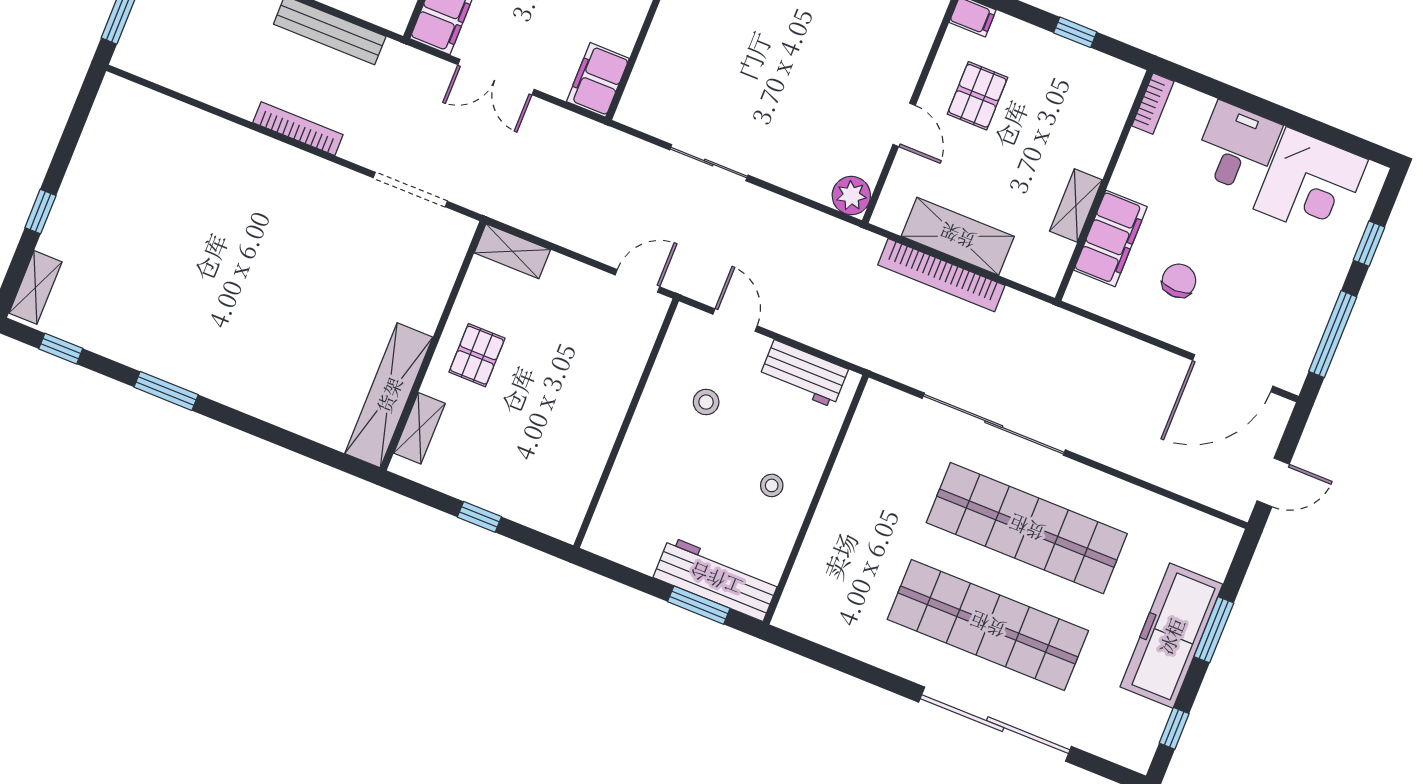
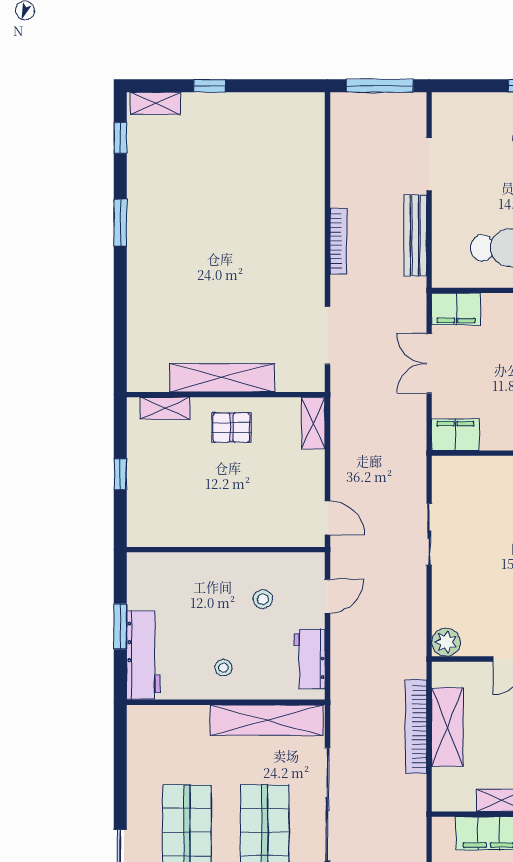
shelving: (389, 395) -> (222, 378), moved
shelving: (859, 458) -> (267, 720), added
window: (699, 605) -> (120, 626), moved

